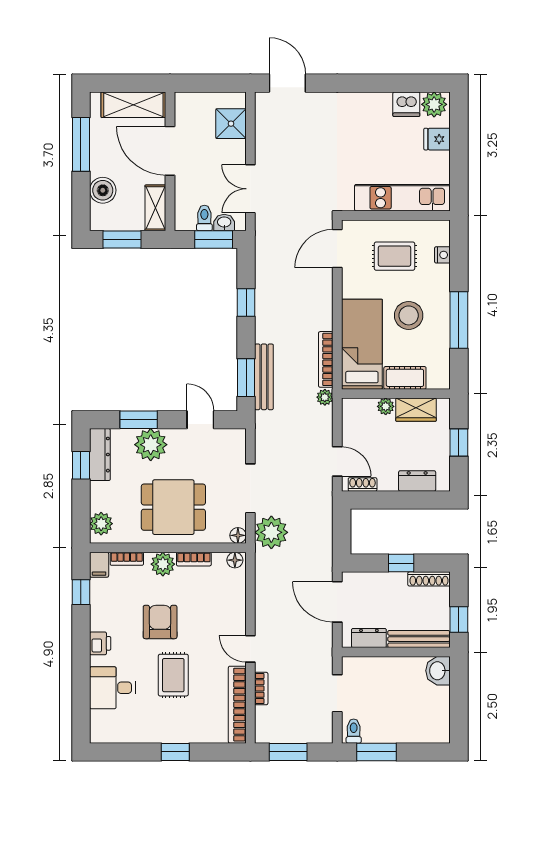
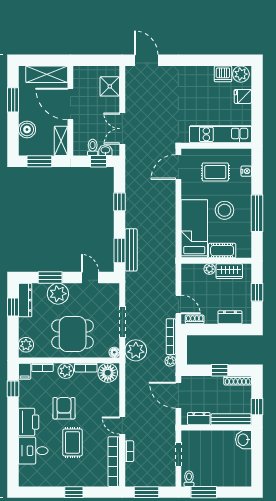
window: (81, 144) -> (13, 100), width x0.69
window: (214, 239) -> (99, 161), width x0.67
bookcase: (326, 359) -> (171, 337), moved
plant: (325, 397) -> (170, 361), moved
floor lamp: (235, 560) -> (108, 373), width x1.89, depth x1.89
printer: (100, 643) -> (29, 422), width x1.87, depth x1.48

